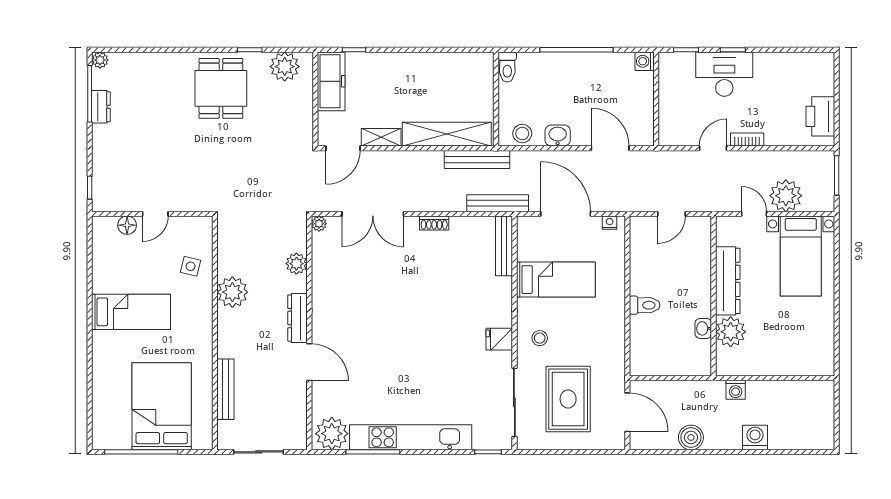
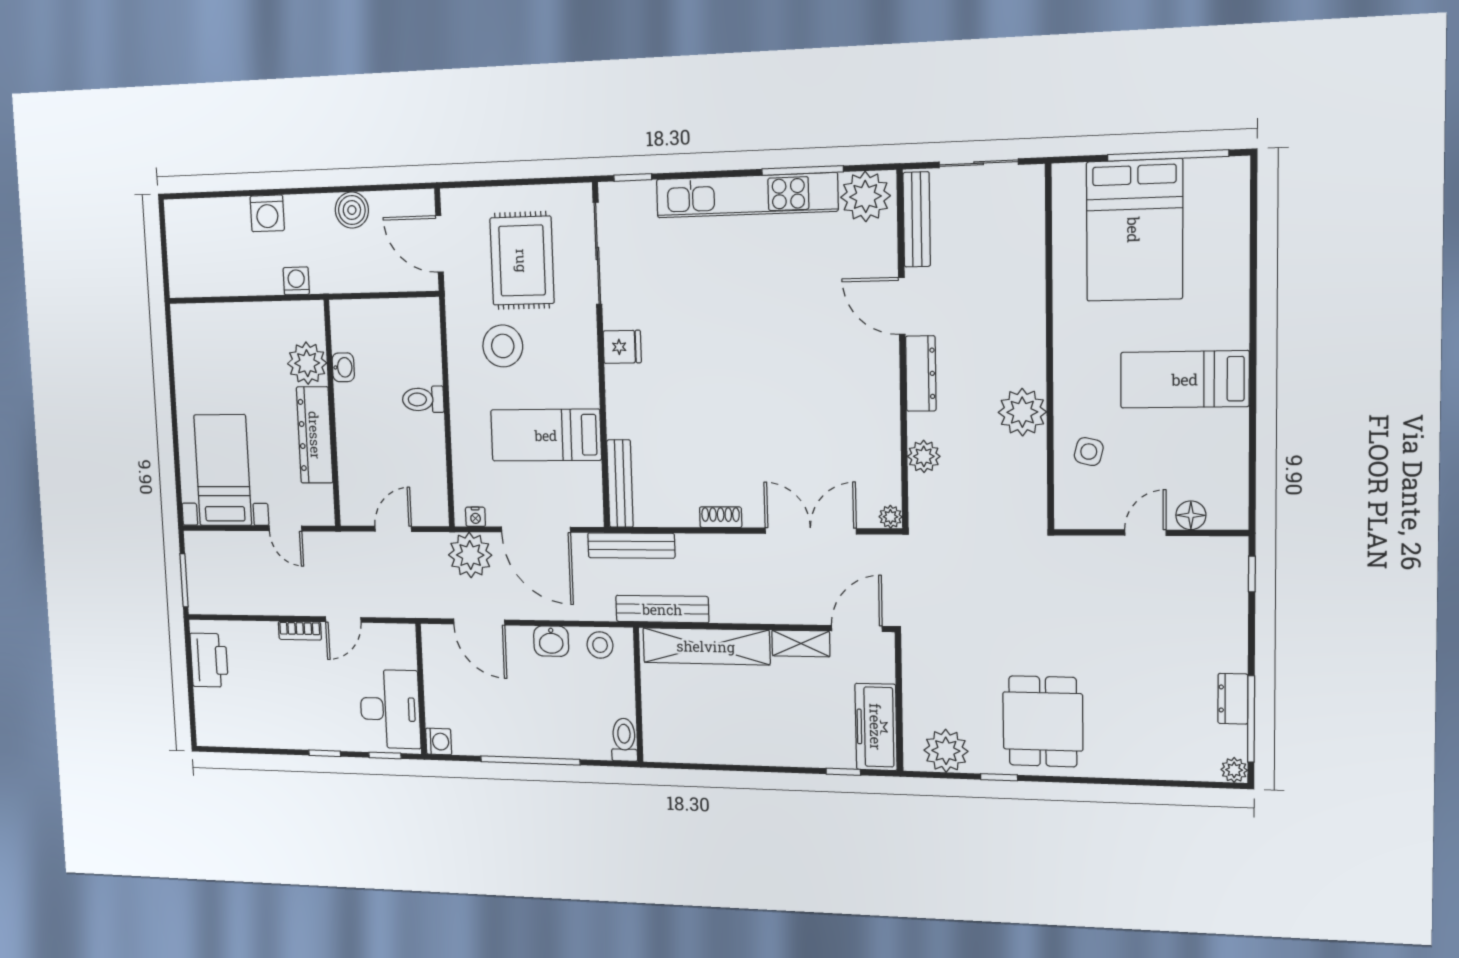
desk: (724, 74) -> (390, 709), moved, turned -90
plant: (786, 196) -> (470, 555), moved
stool: (540, 338) -> (503, 346), moved, width x1.89, depth x1.89
bench: (225, 389) -> (917, 219), moved

